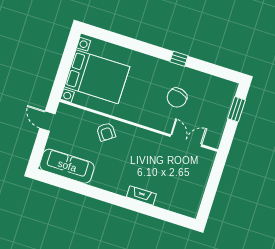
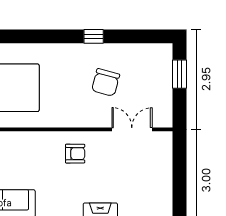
armchair: (106, 132) -> (75, 154), moved, turned -55

